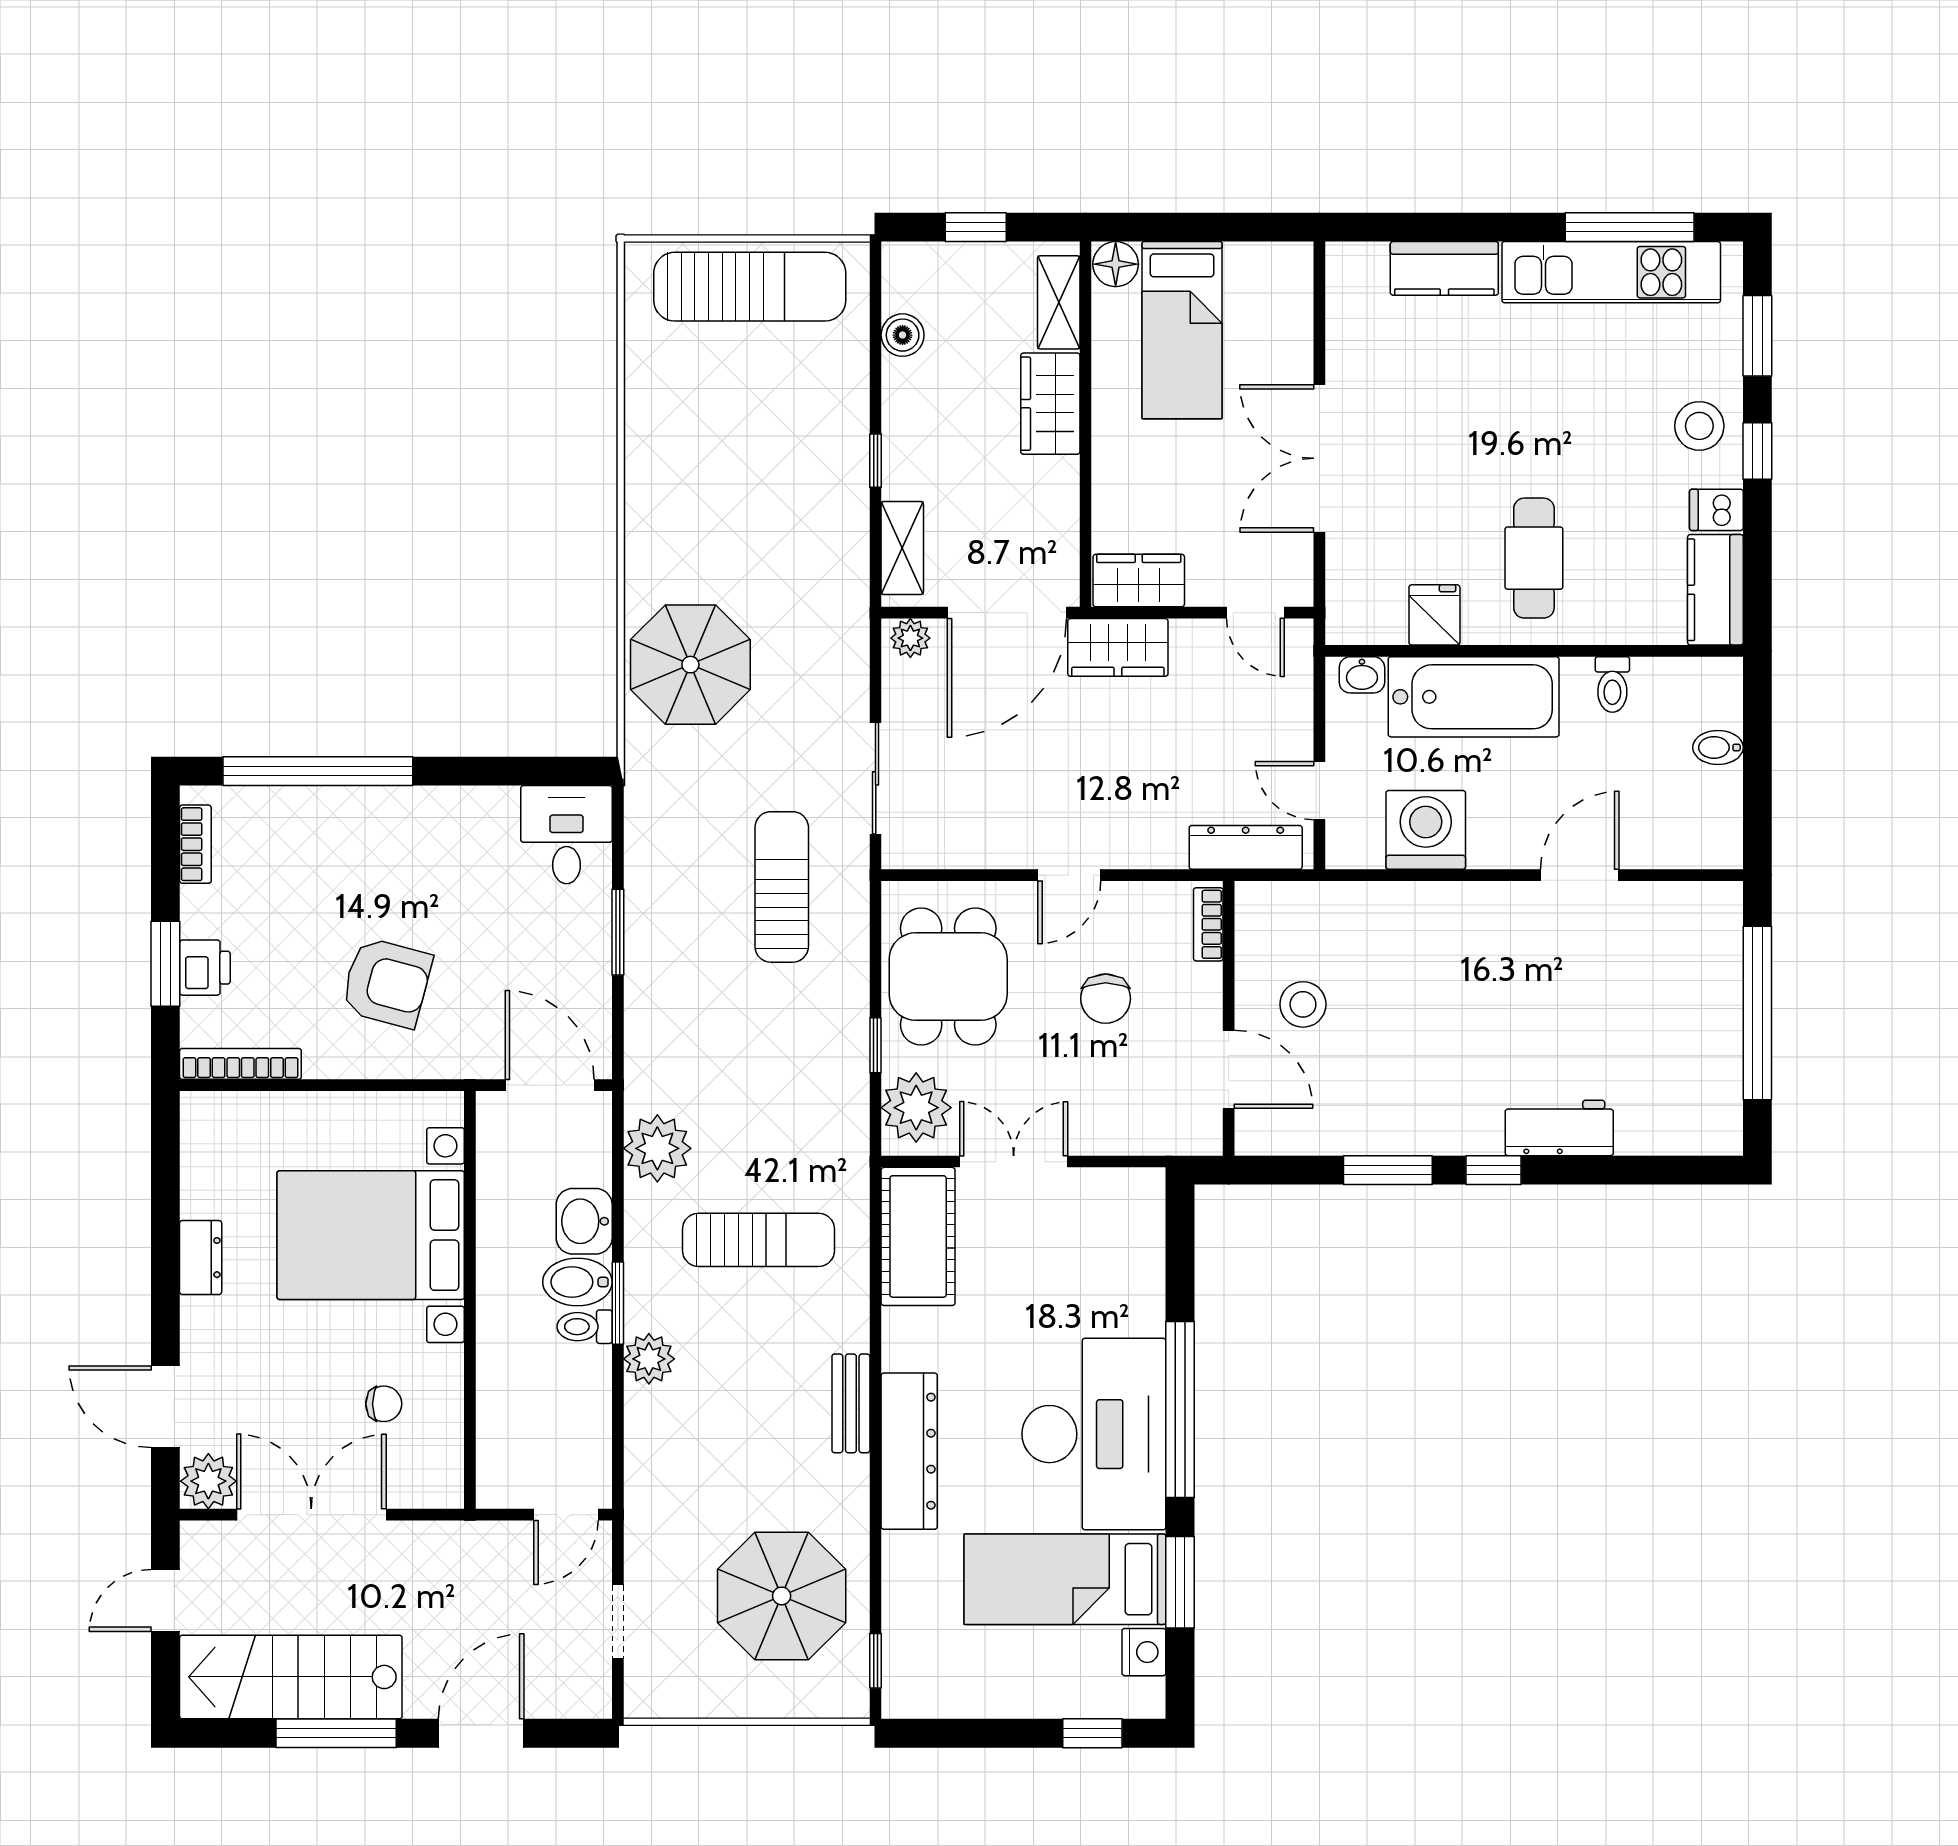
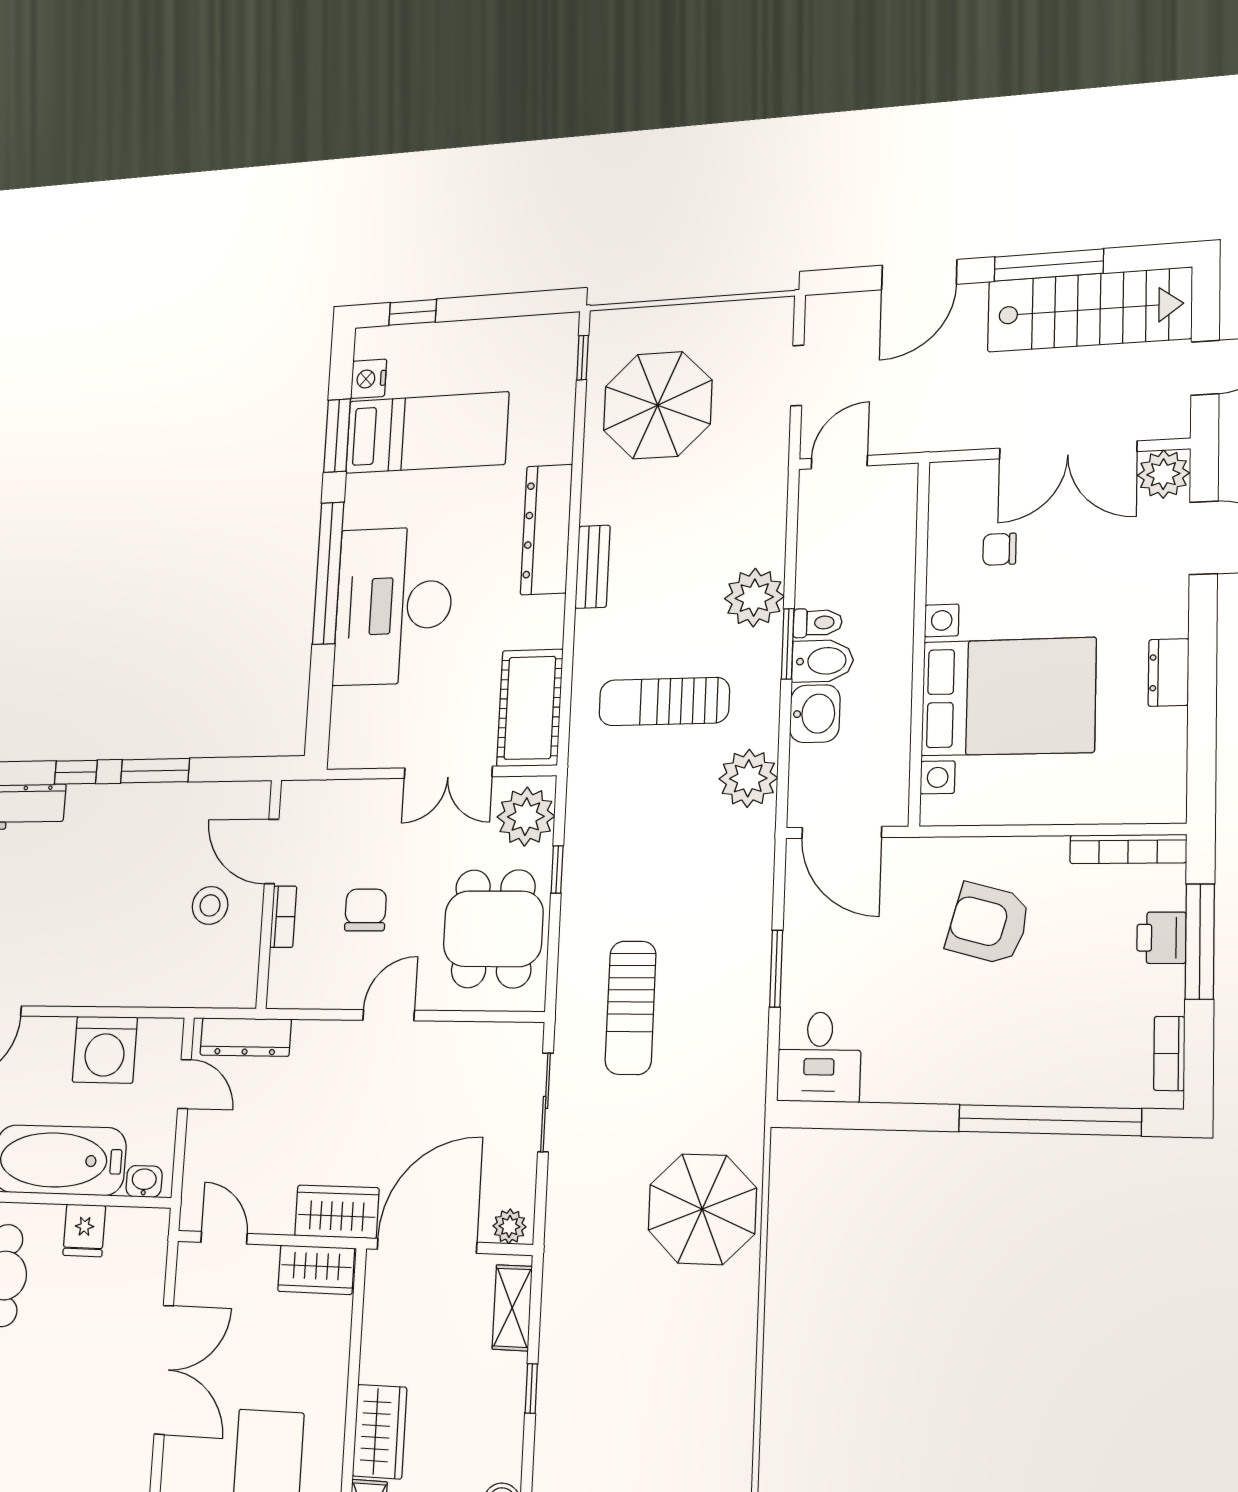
bookcase: (1208, 924) -> (283, 917), moved
window: (165, 964) -> (1200, 941), width x1.44
plant: (649, 1359) -> (754, 598), width x1.36, depth x1.36
desk: (1094, 1434) -> (394, 606), moved

